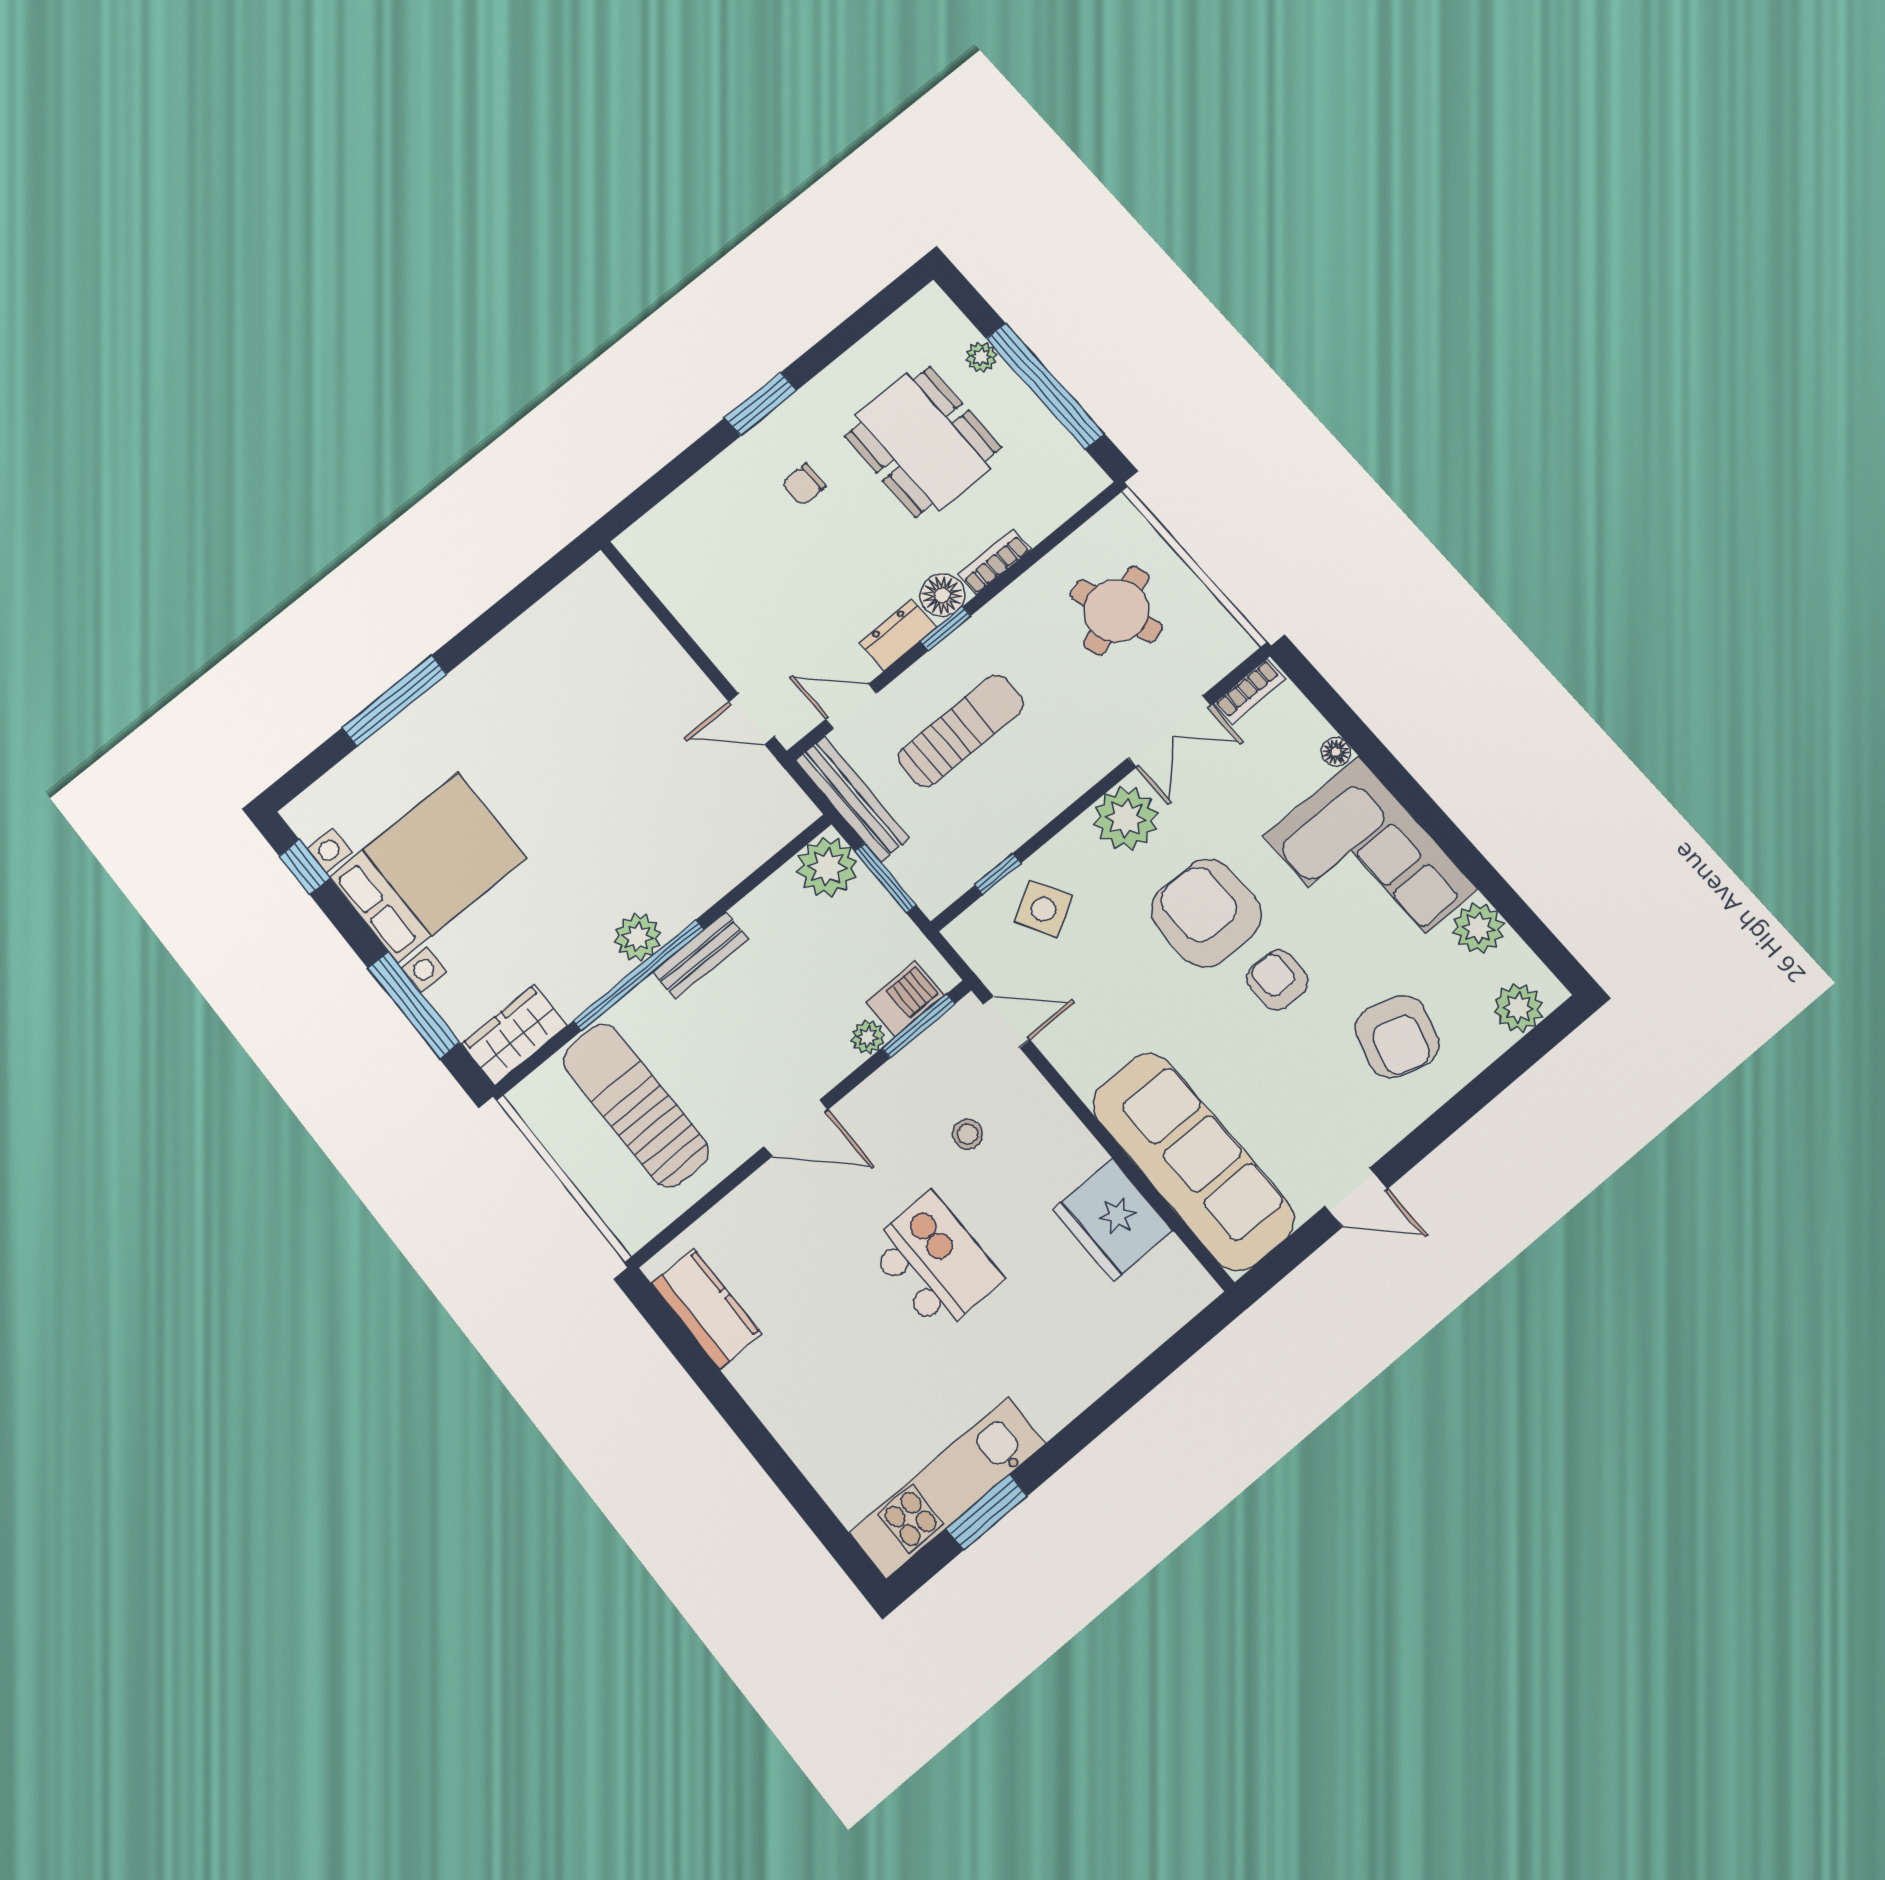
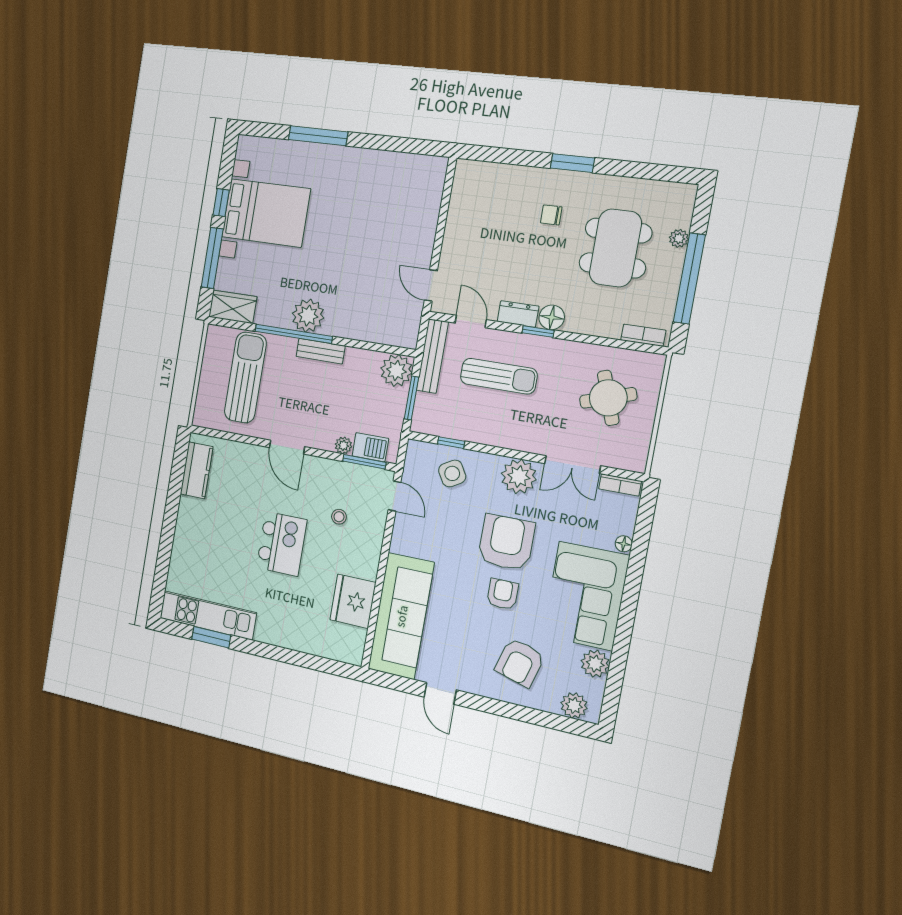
bookcase: (994, 562) -> (643, 335), moved
window: (304, 867) -> (221, 203), moved
plant: (638, 937) -> (308, 316), width x1.36, depth x1.36

